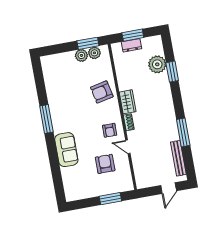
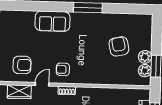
armchair: (102, 92) -> (119, 46), moved
wardrobe: (128, 102) -> (19, 92), moved
armchair: (105, 164) -> (22, 65), moved

